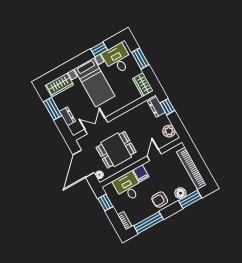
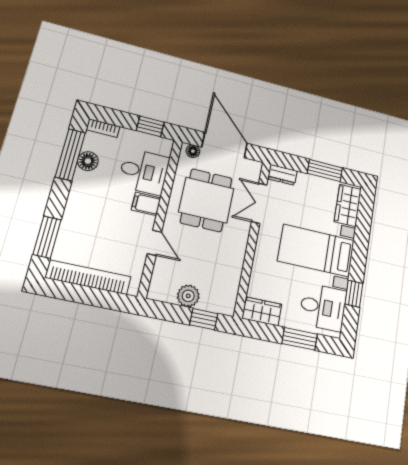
dresser: (156, 107) -> (217, 304), removed
dresser: (67, 116) -> (282, 175), moved
double door: (96, 126) -> (259, 203), swing flipped
plant: (169, 131) -> (188, 296), moved
floor lamp: (180, 193) -> (88, 161), moved
armchair: (160, 200) -> (87, 196), removed

